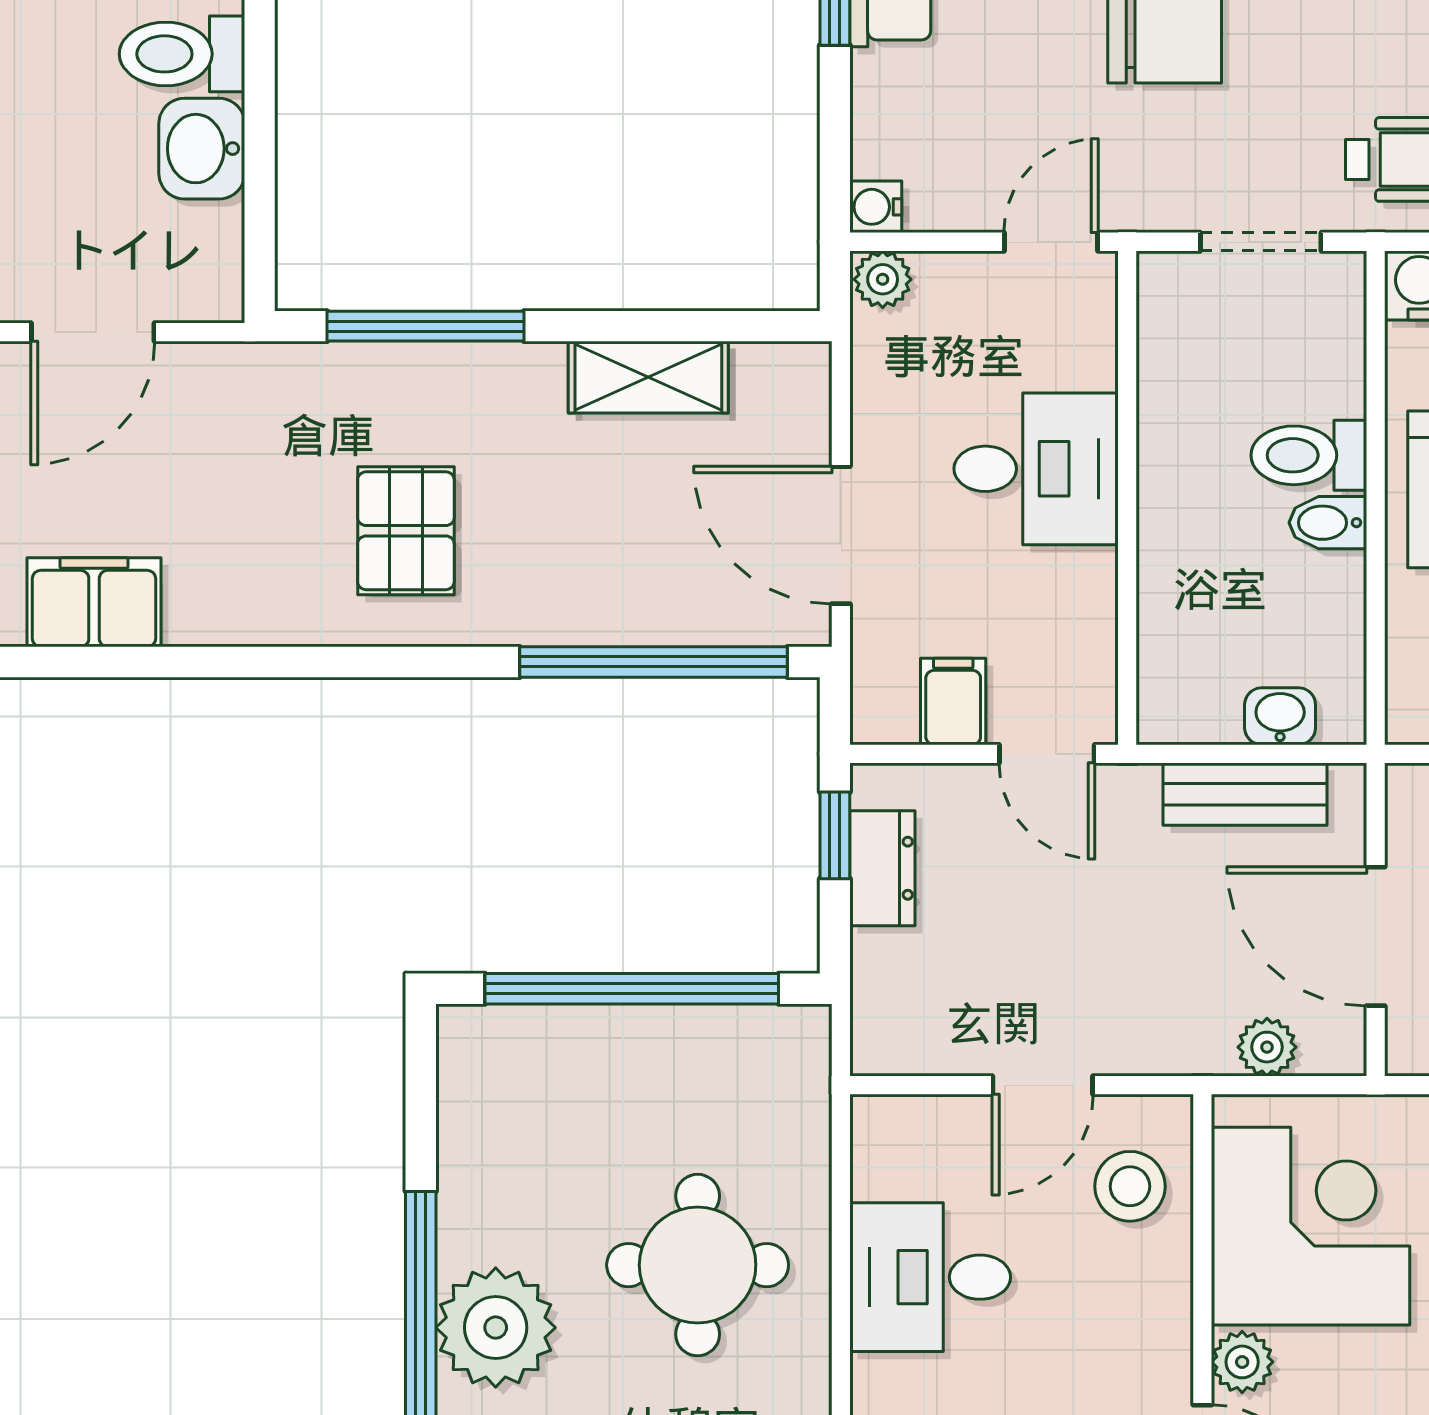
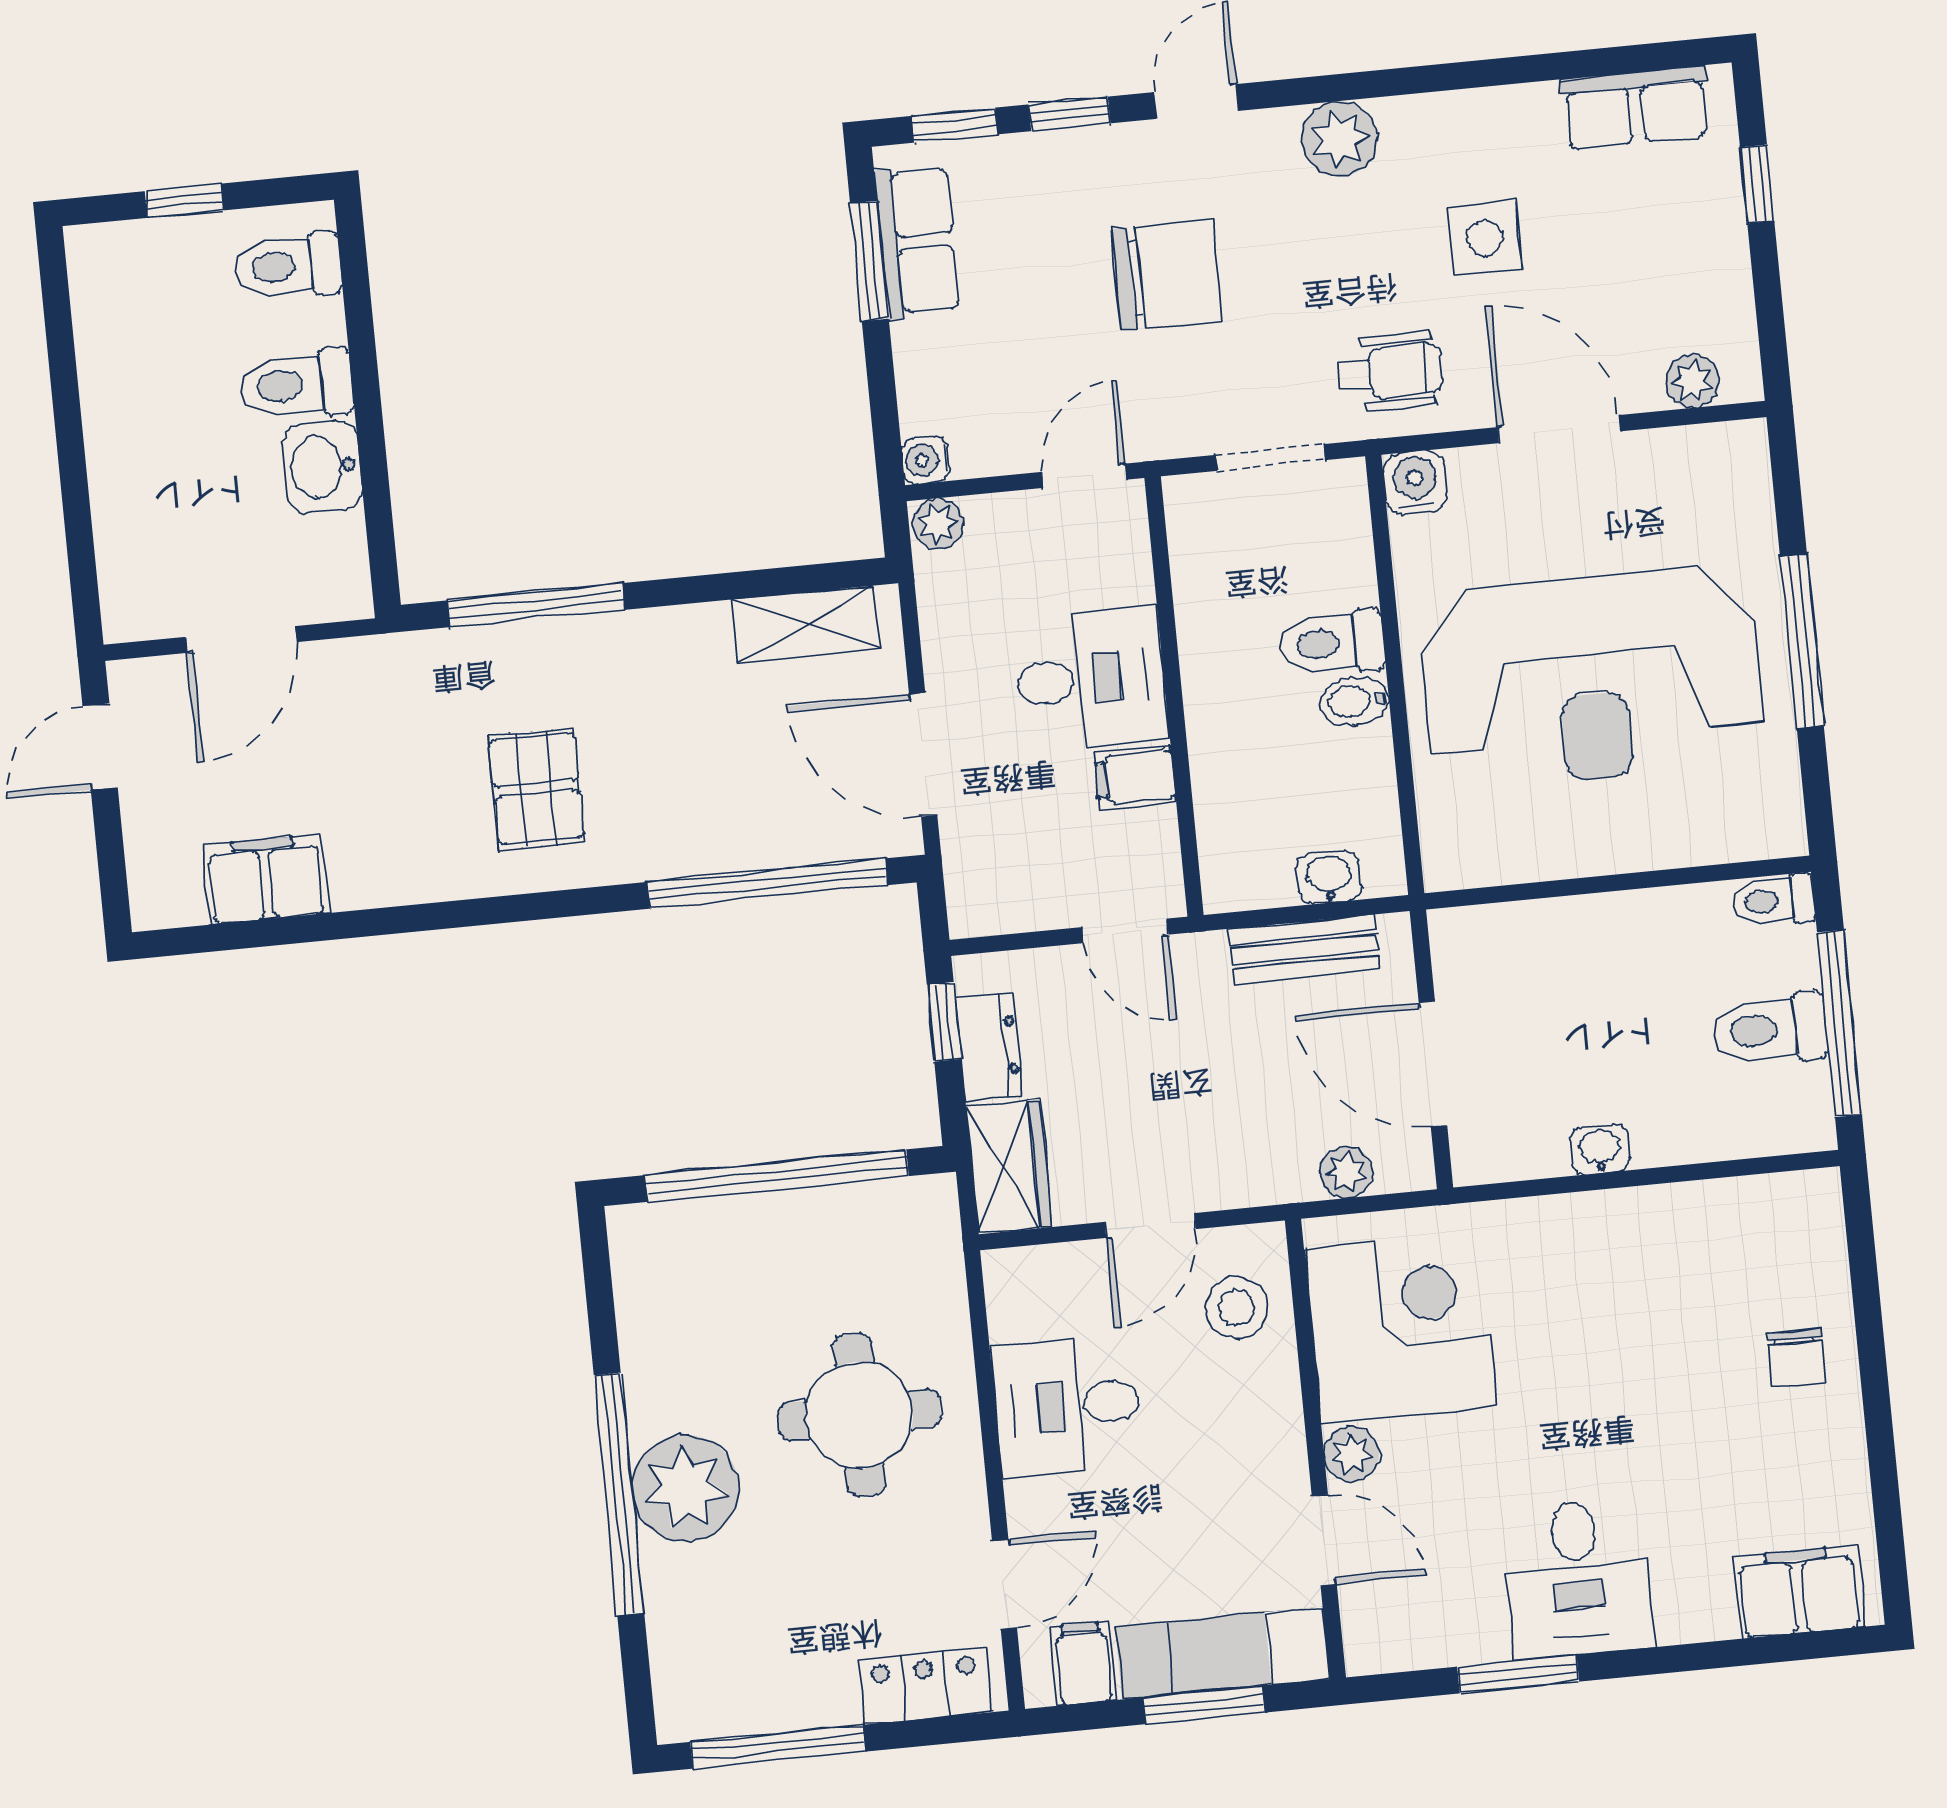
shelving: (648, 377) -> (806, 624), moved
filing cabinet: (953, 701) -> (1135, 777), moved, turned -90
wardrobe: (891, 1004) -> (1009, 1166), added

